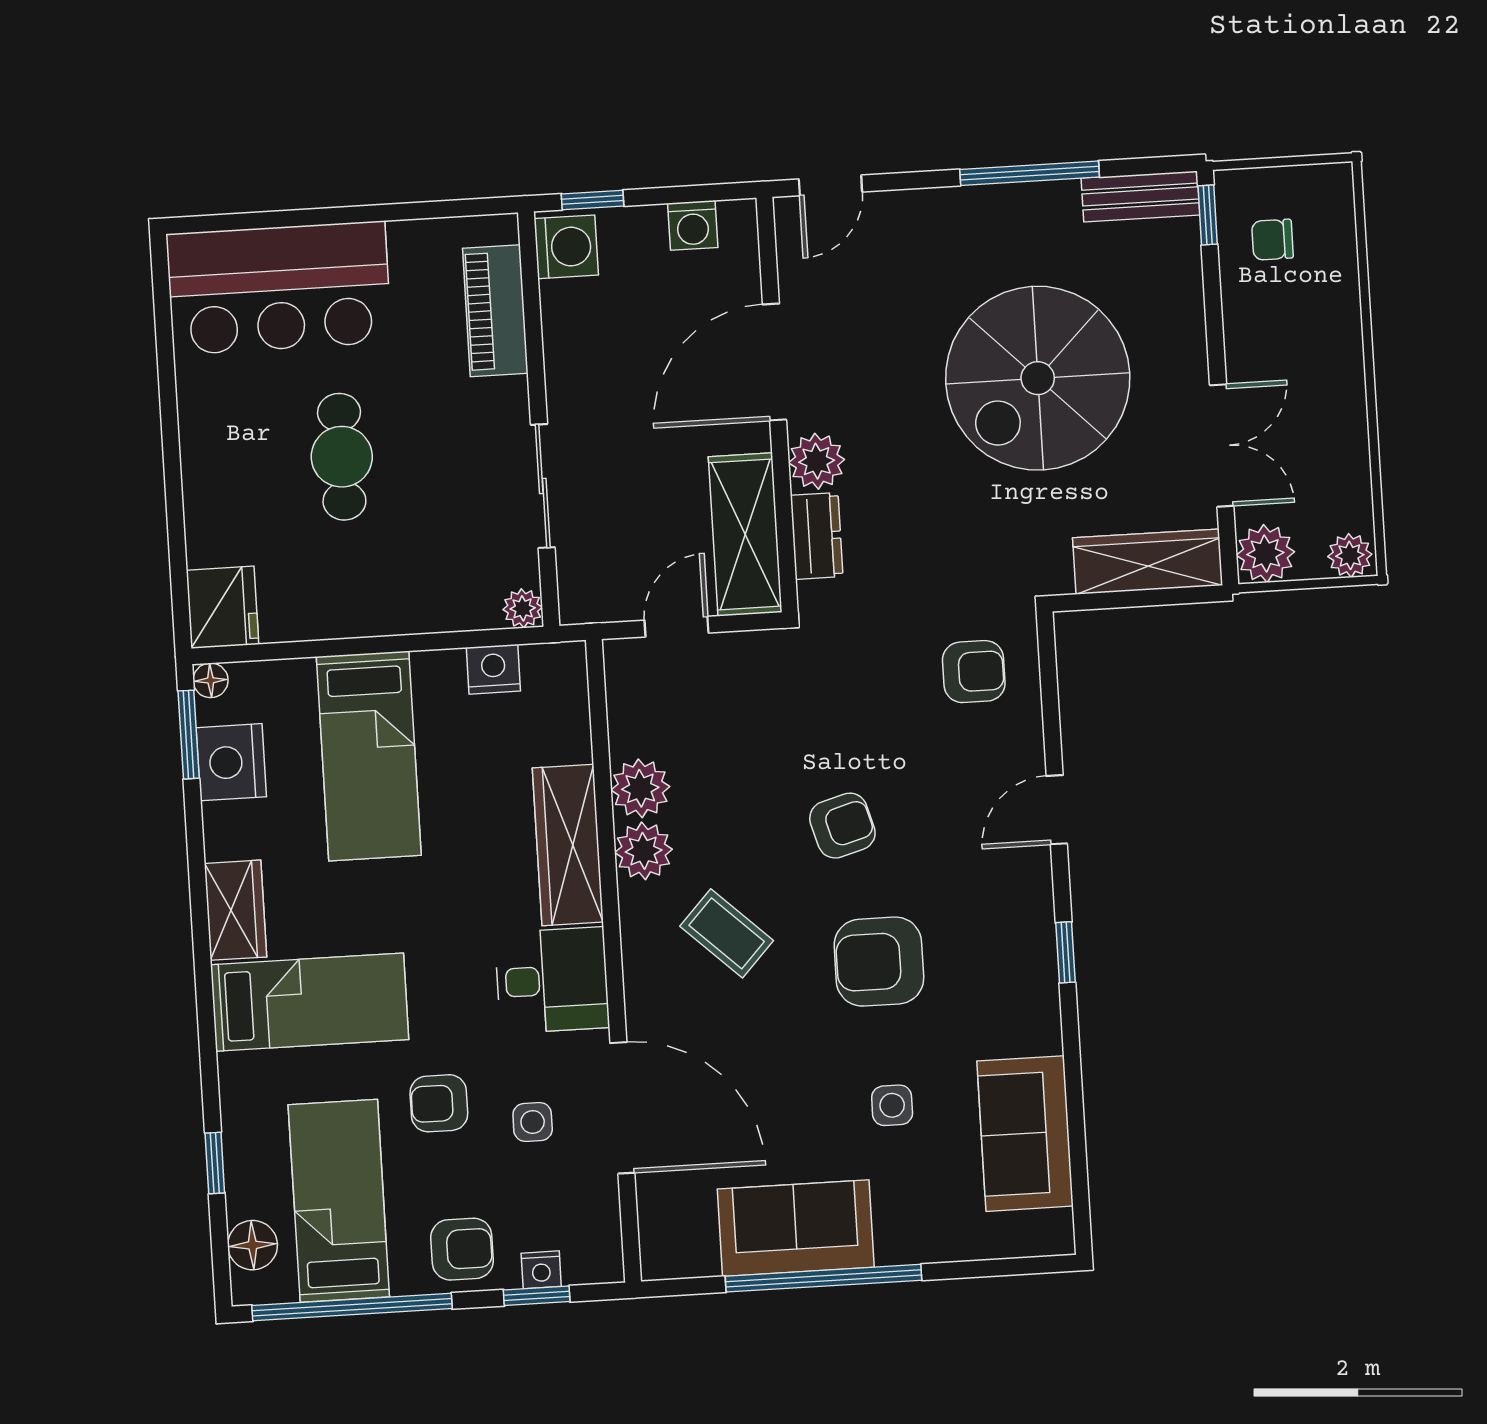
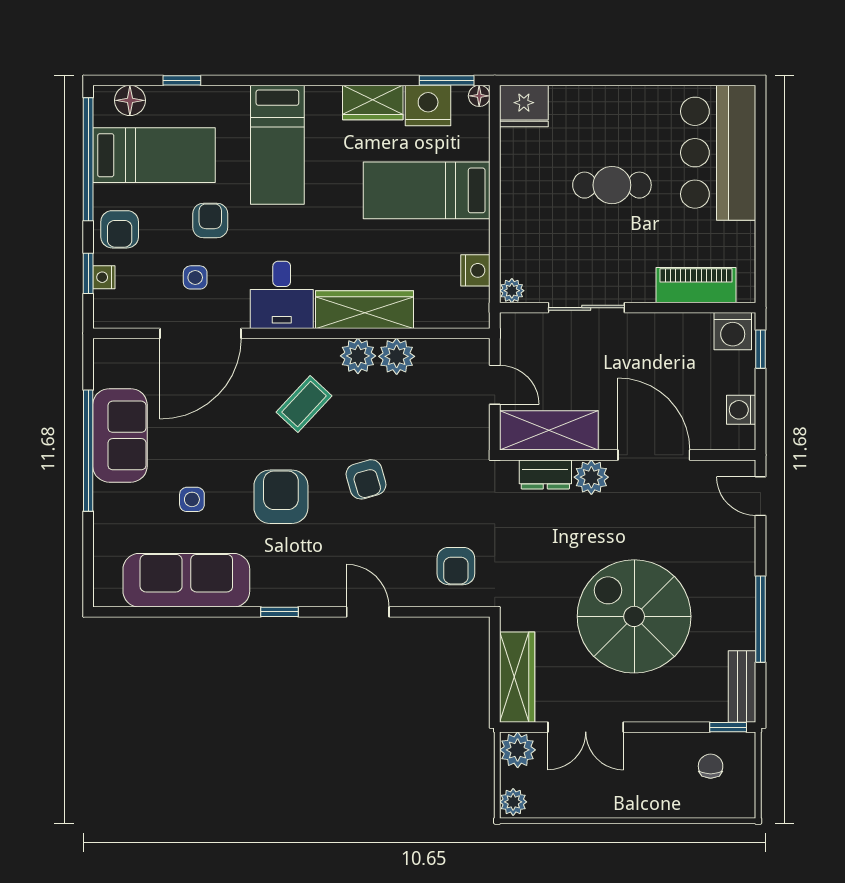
wardrobe: (235, 910) -> (373, 103), moved
sofa: (1025, 1134) -> (186, 580), width x1.36

